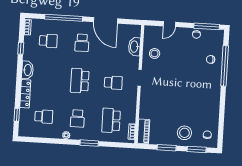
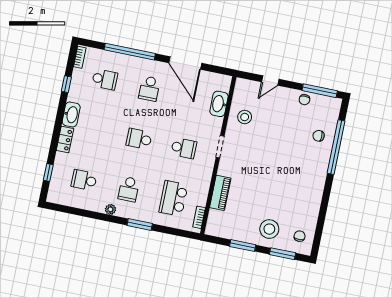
school desk: (80, 81) -> (139, 139), width x0.54
locker: (25, 94) -> (65, 140), width x0.66
school desk: (44, 116) -> (84, 180), turned 180
piano: (144, 131) -> (220, 193), moved

